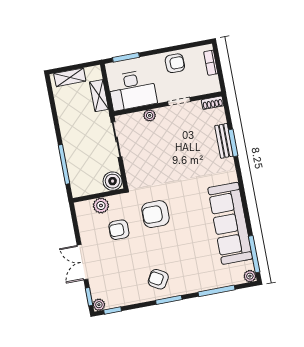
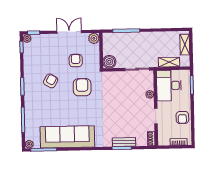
plant: (101, 206) -> (94, 38), moved
double door: (83, 262) -> (69, 32), moved
armchair: (158, 279) -> (51, 81), moved

